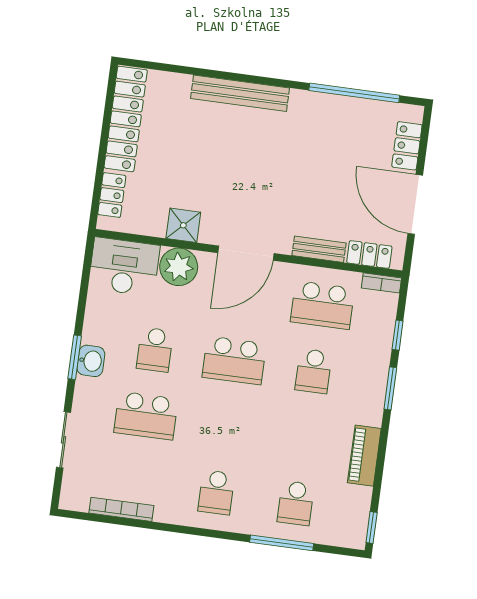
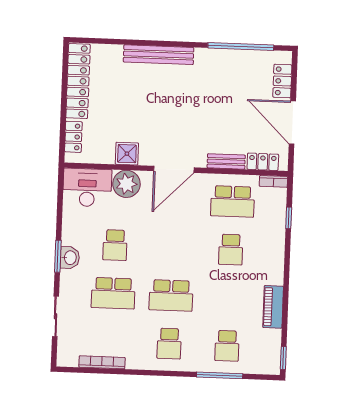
school desk: (234, 360) -> (171, 295), moved
window: (390, 388) -> (287, 257), removed

